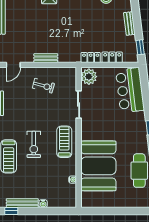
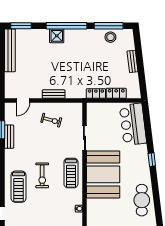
window: (140, 47) -> (143, 84), removed
plant: (89, 77) -> (94, 111), removed
treadmill: (64, 142) -> (71, 173), turned 180
booth: (98, 166) -> (103, 174), moved

